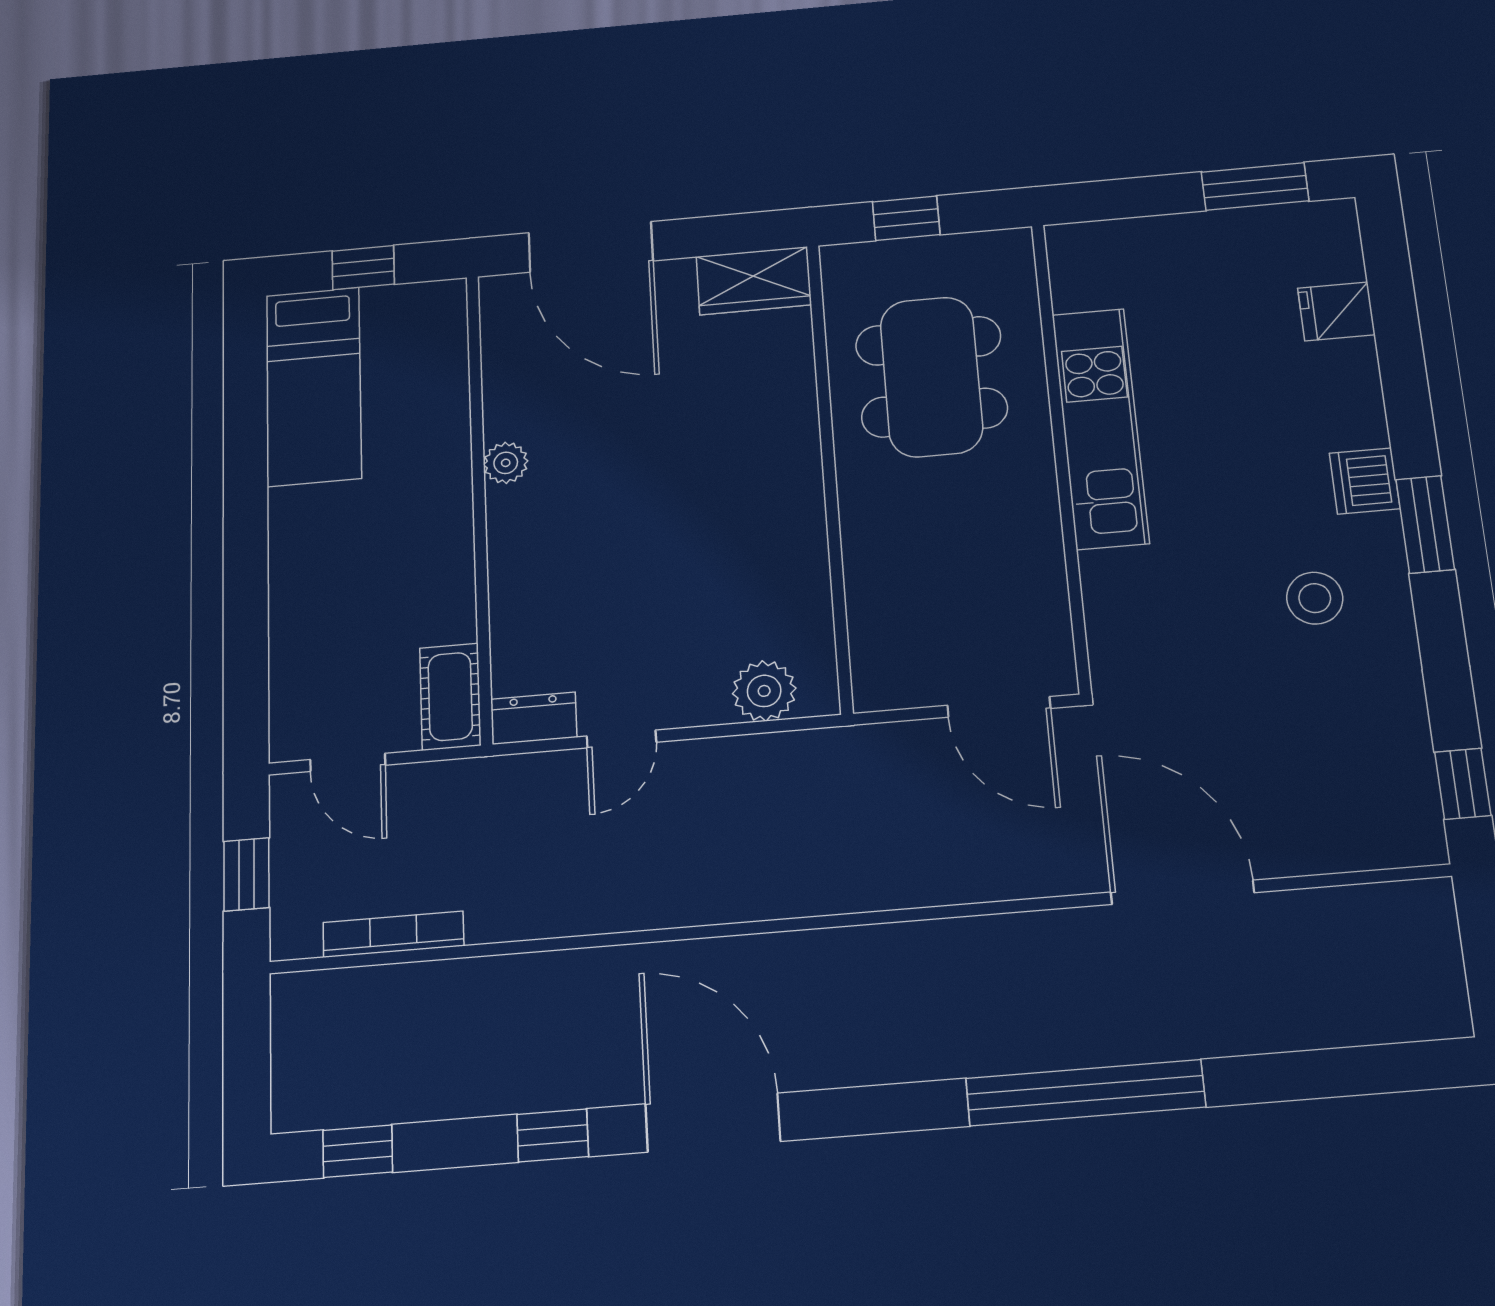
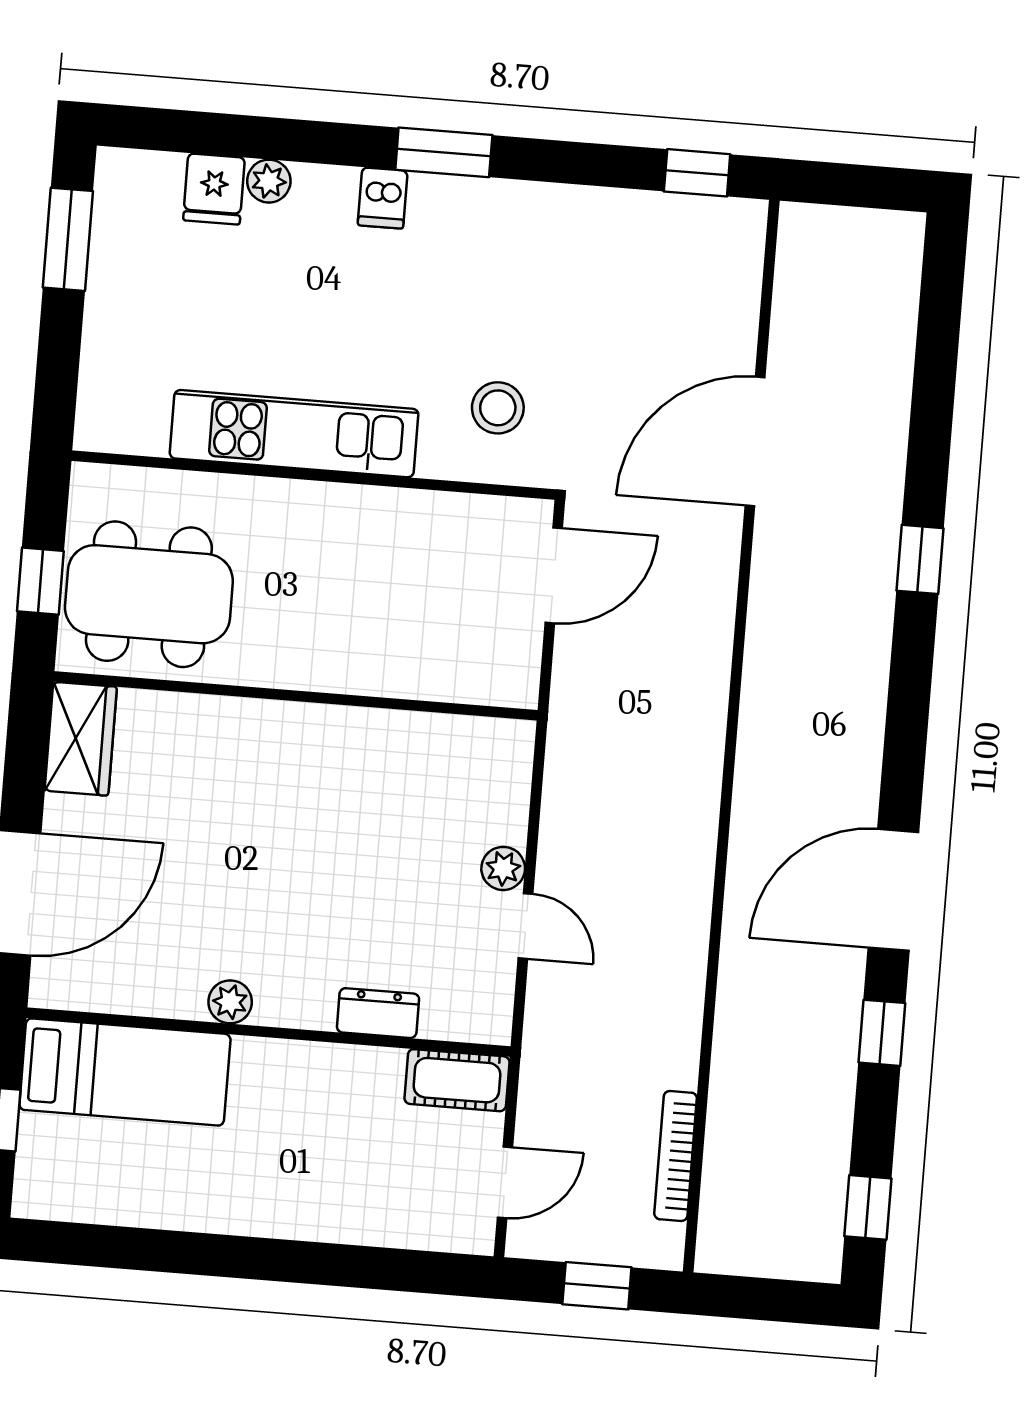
plant: (1356, 361) -> (269, 181), added
dining table: (931, 377) -> (149, 594), moved
bed: (313, 386) -> (125, 1072), moved
dishwasher: (1365, 481) -> (383, 198), width x0.73
stool: (1315, 598) -> (498, 408), moved
plant: (764, 691) -> (503, 868), moved, width x0.73, depth x0.73
dresser: (534, 718) -> (378, 1013), moved, turned 90
window: (1085, 1093) -> (920, 559), width x0.32

